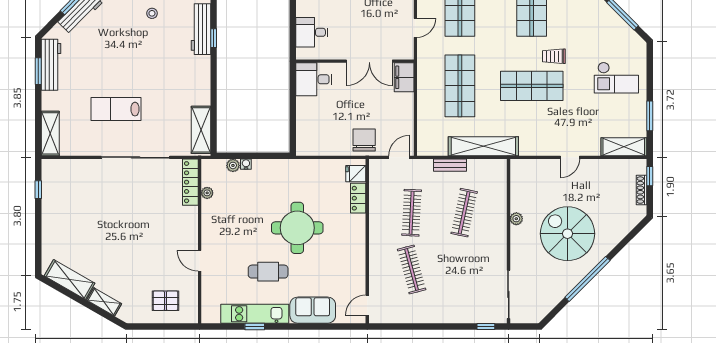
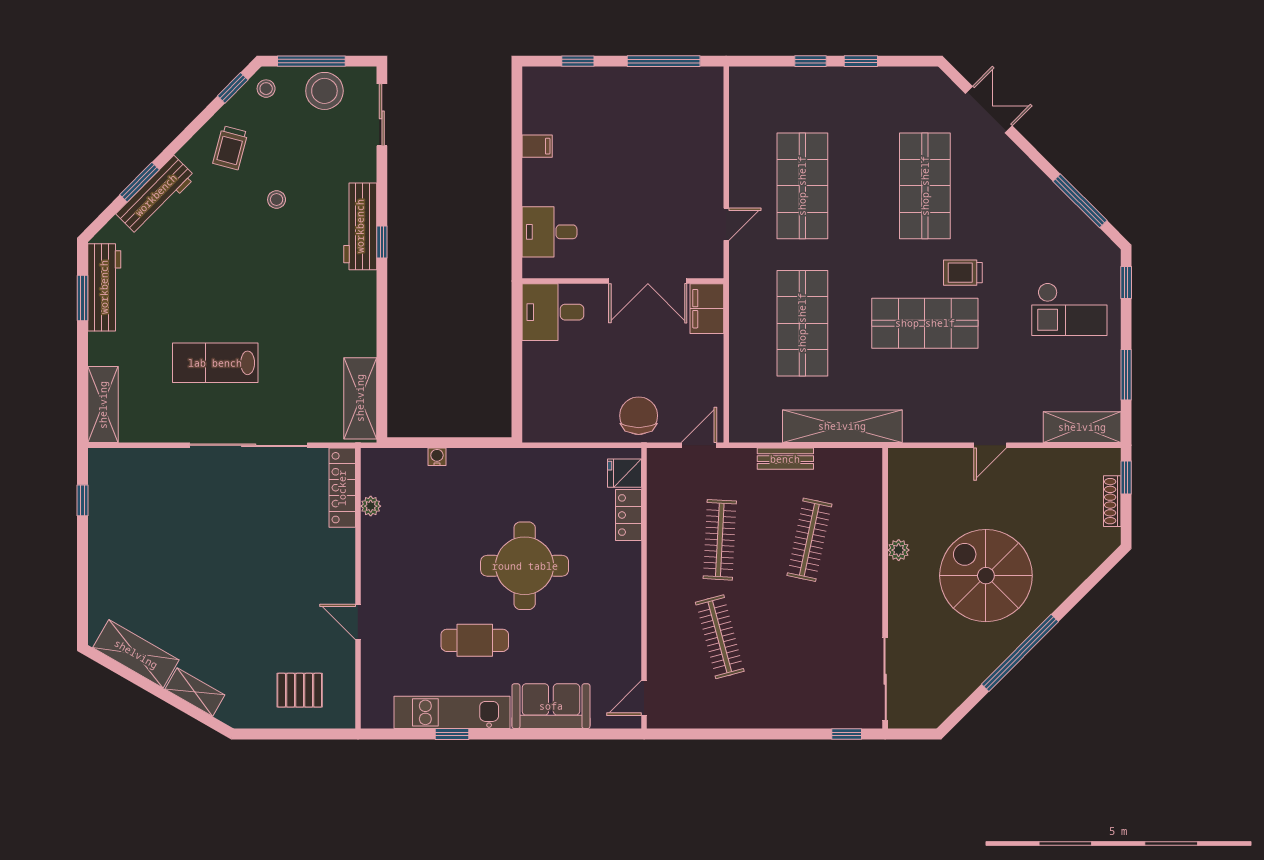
window: (650, 62) -> (1126, 282), added
plant: (233, 165) -> (415, 459), removed

